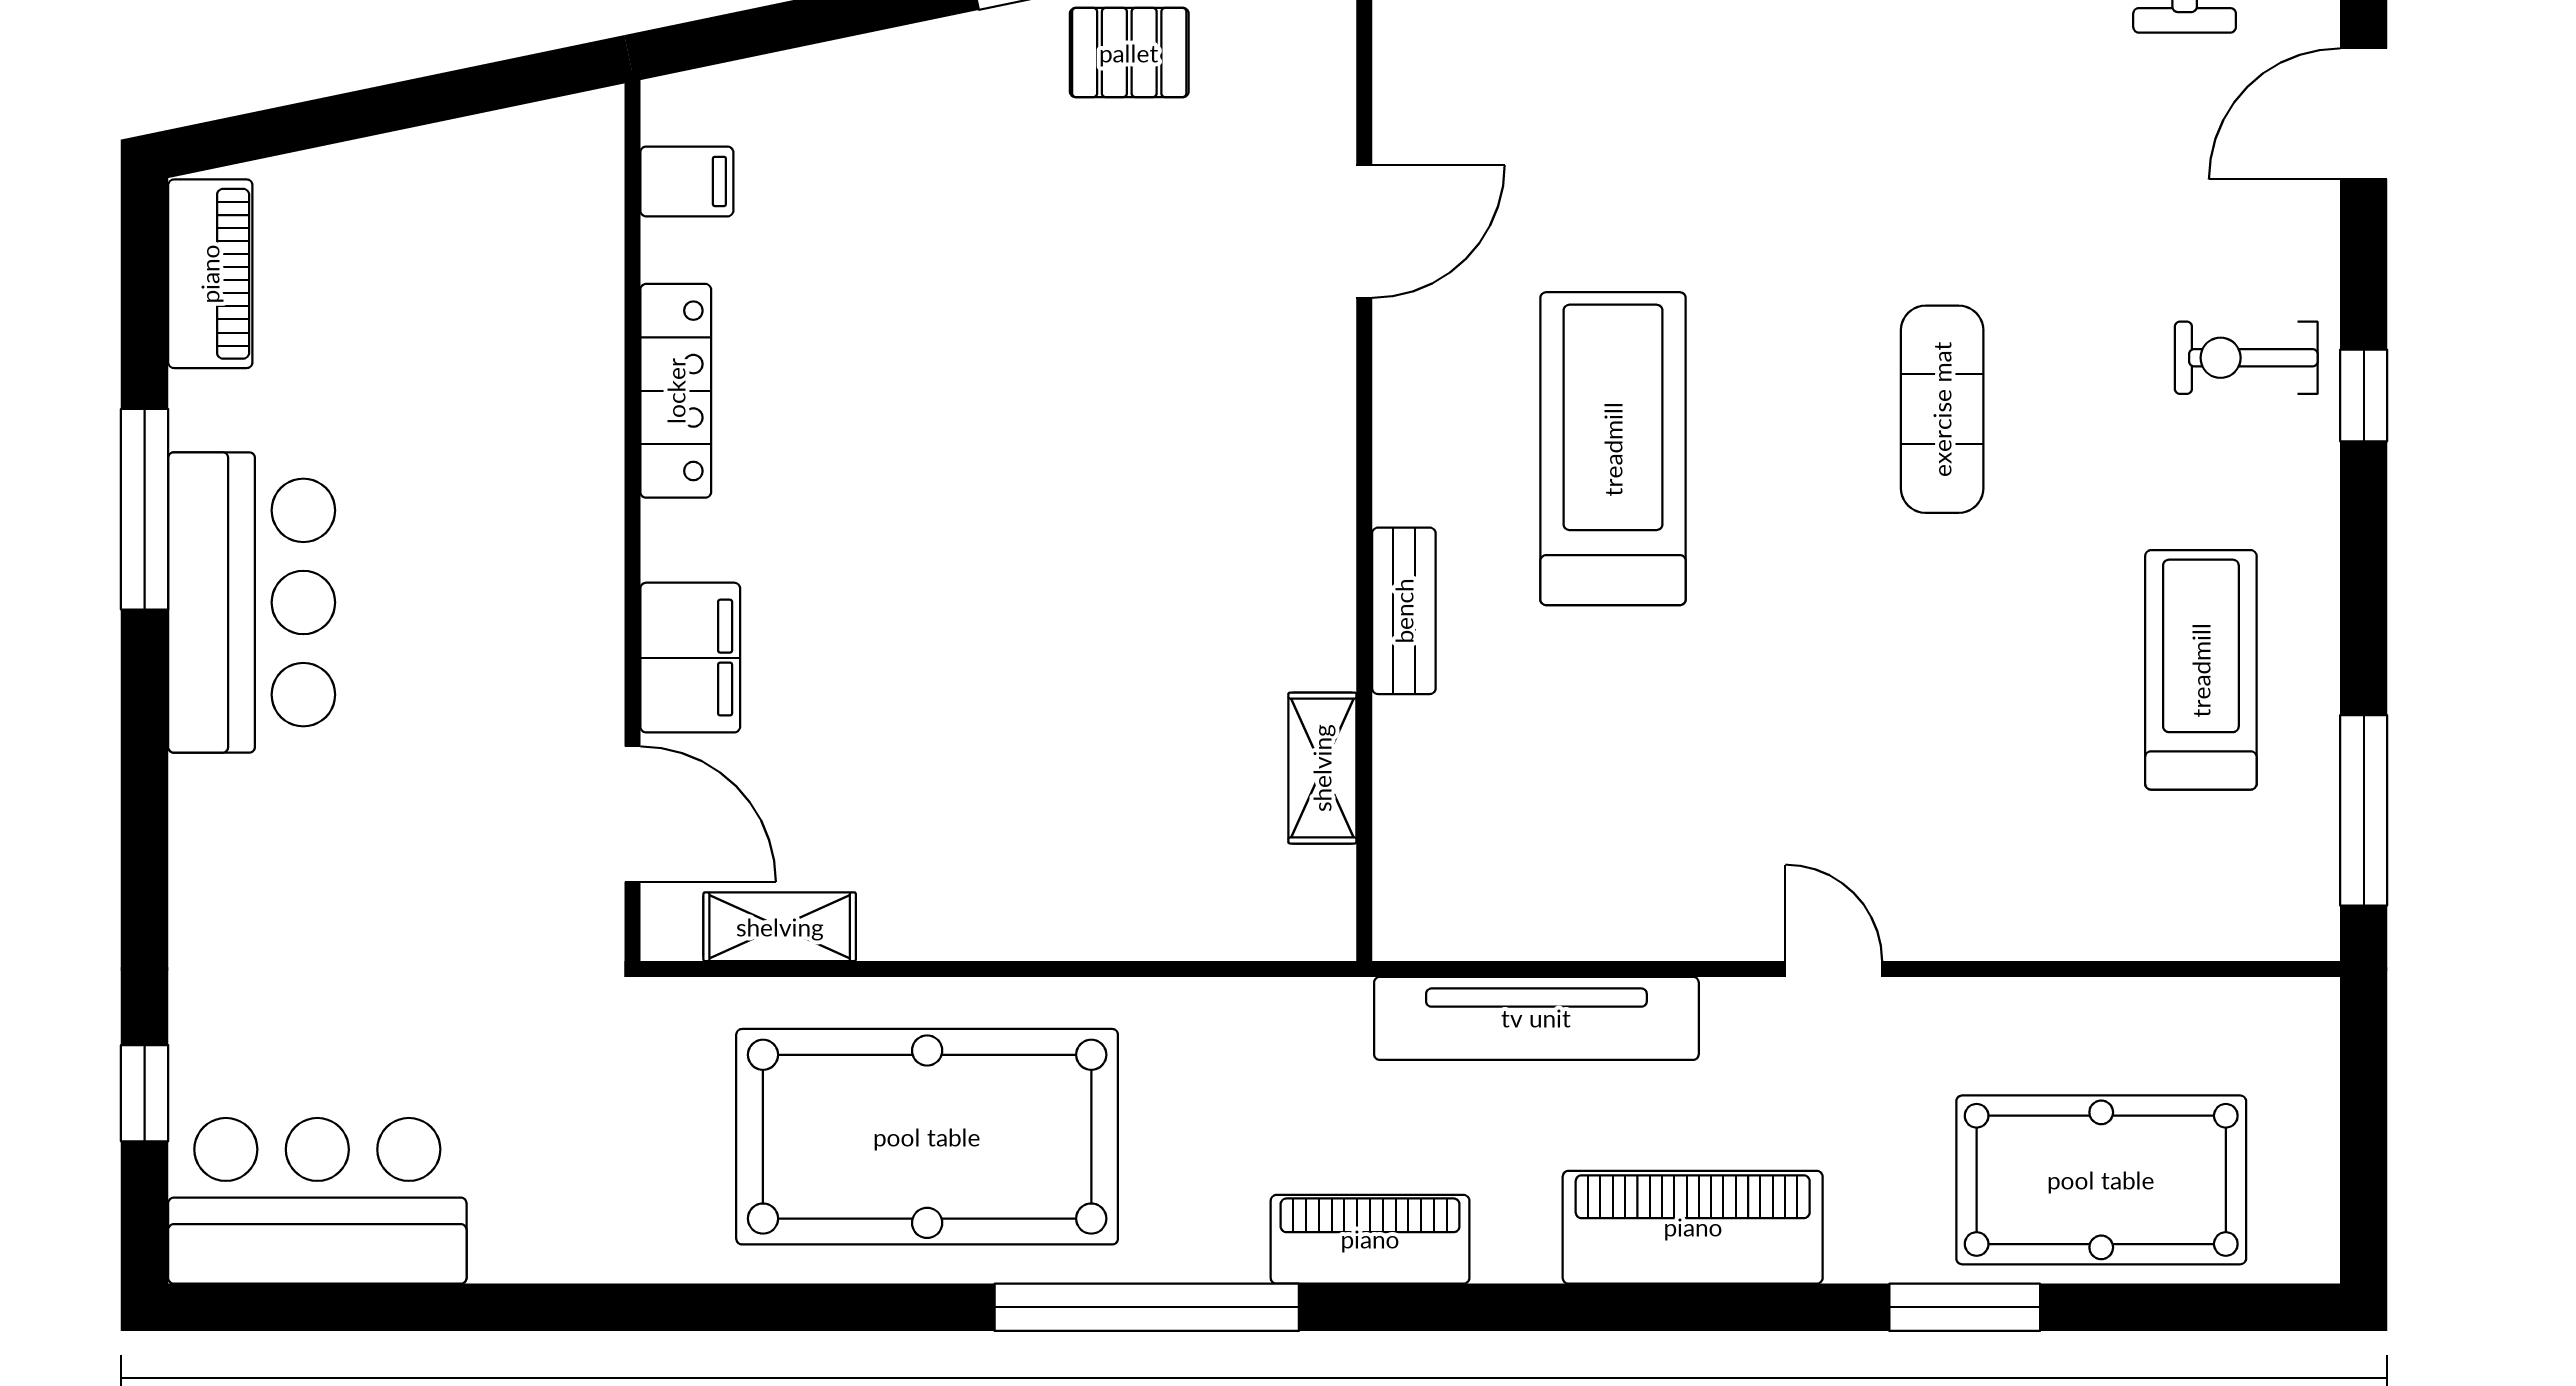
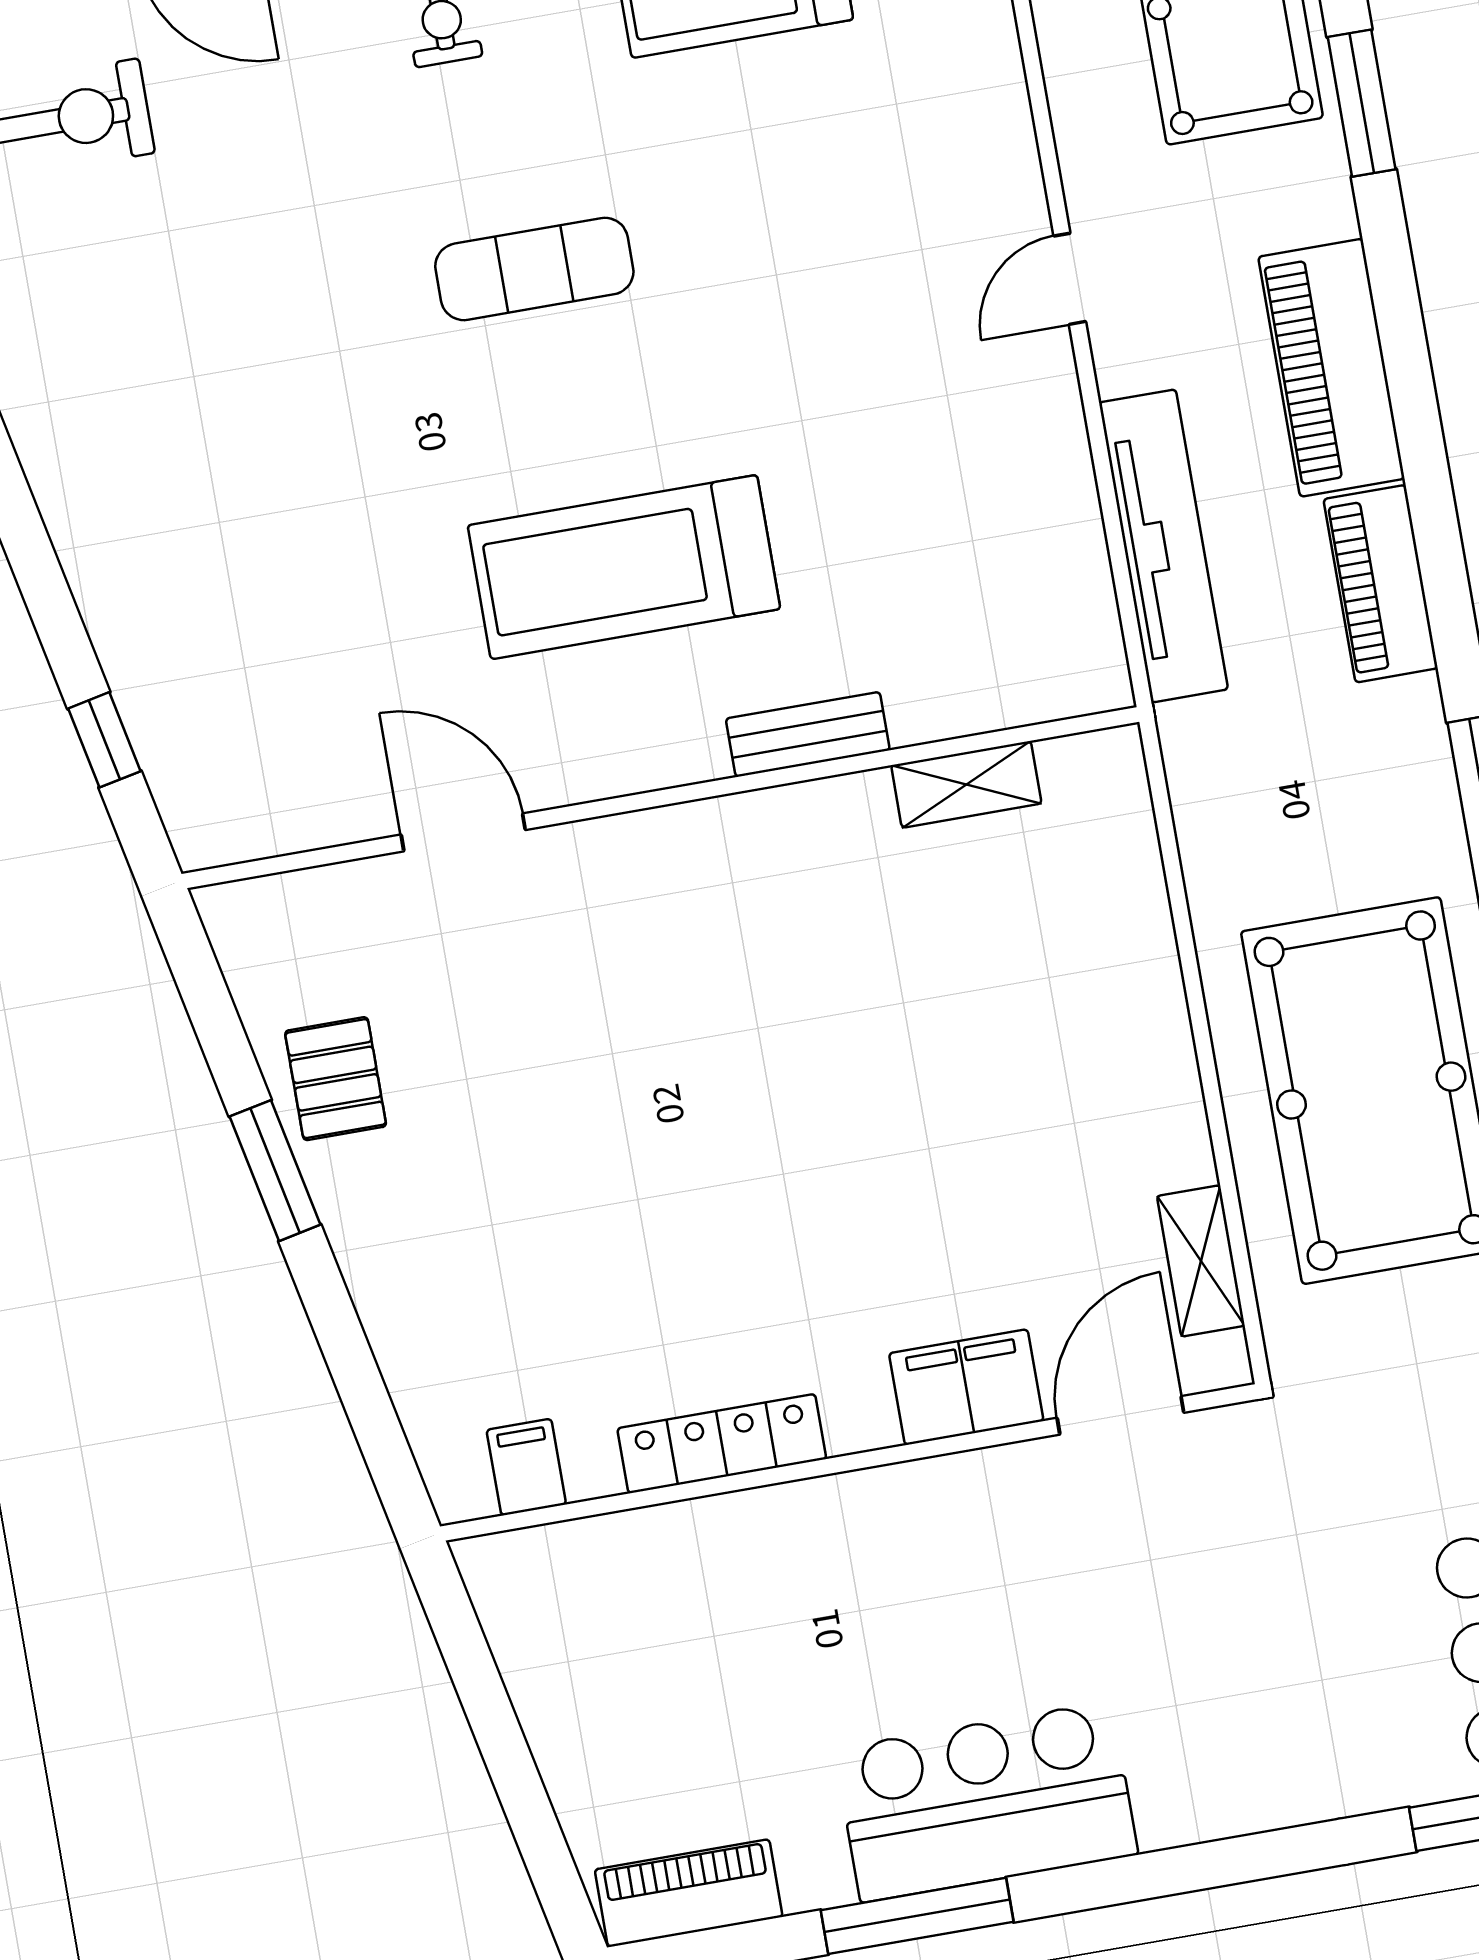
piano: (1370, 1239) -> (1381, 584), moved

